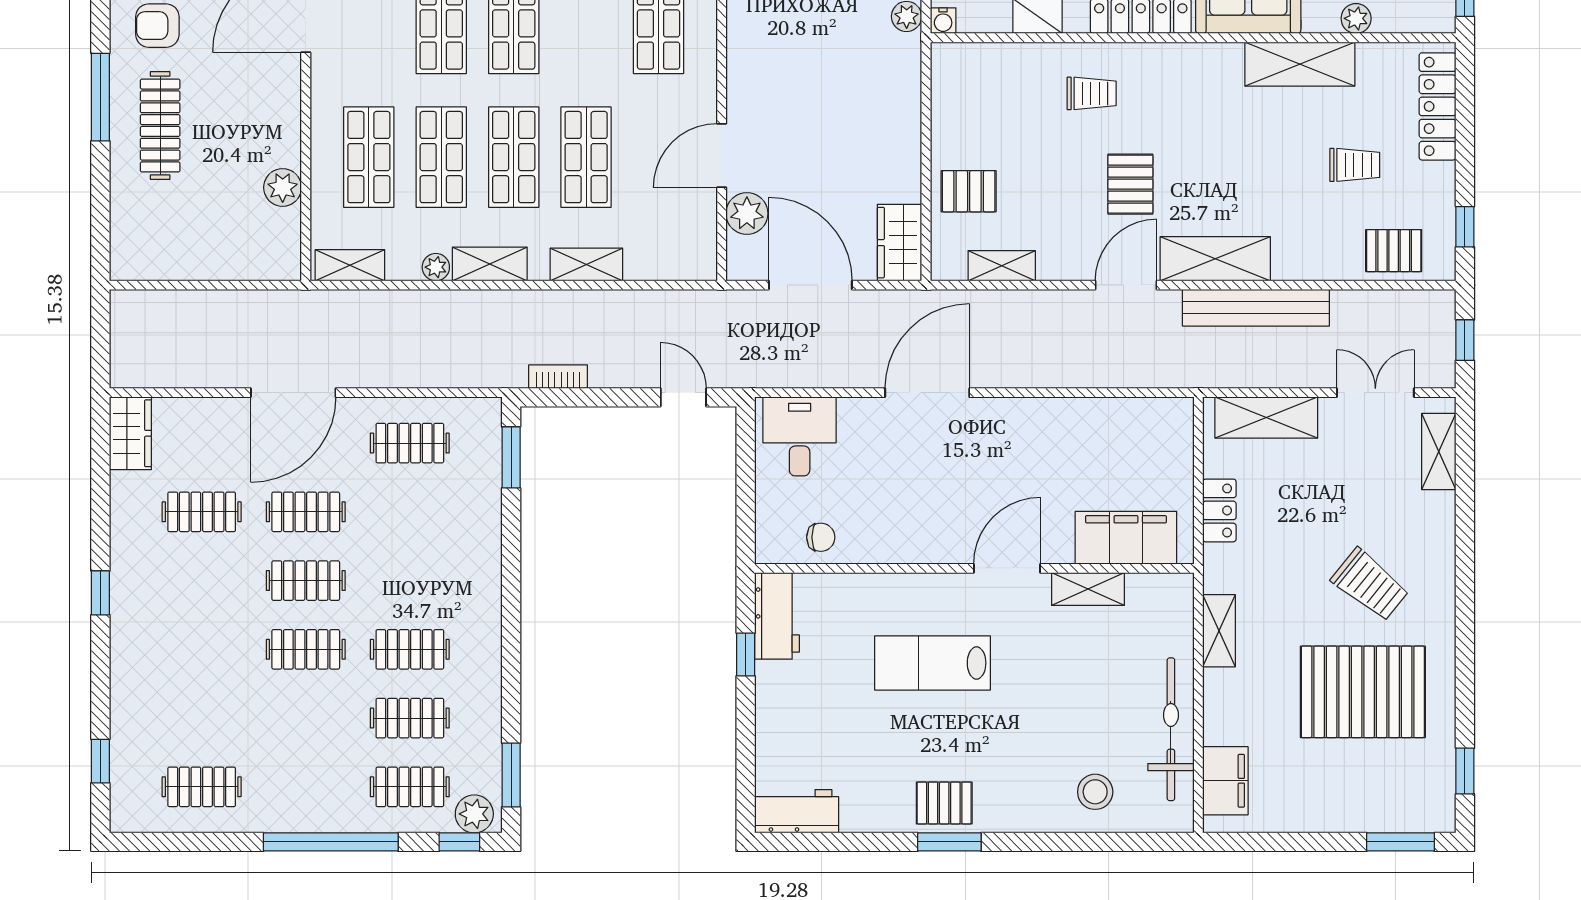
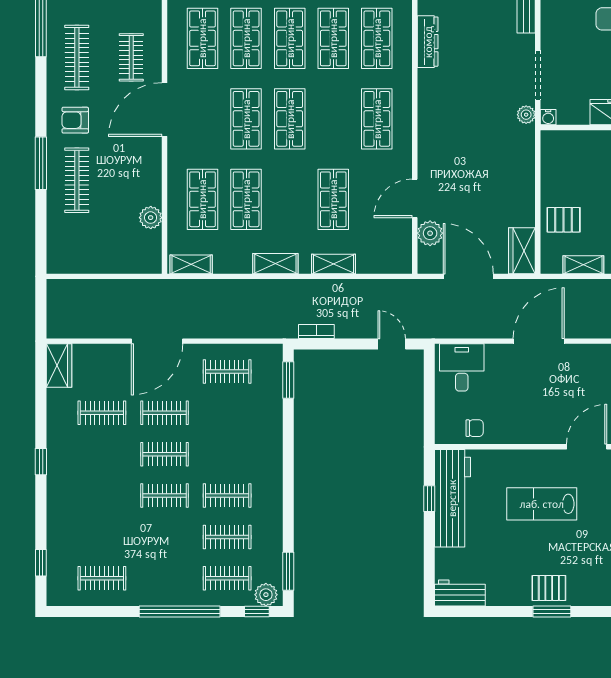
shop shelf: (514, 157) -> (290, 199), removed
plant: (436, 267) -> (243, 266), removed
workbench: (777, 616) -> (452, 498), width x1.87, depth x1.32

